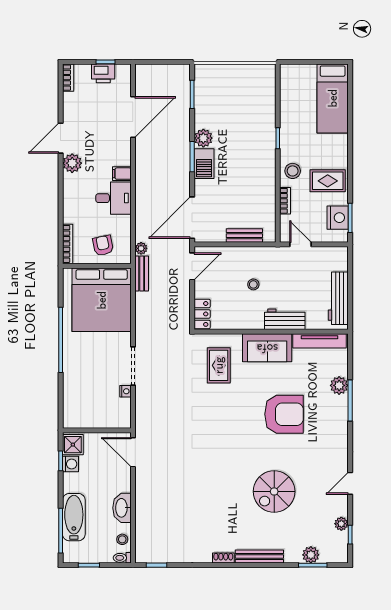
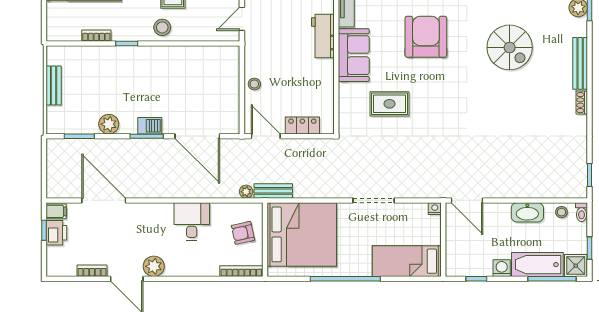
bookcase: (68, 78) -> (92, 271), moved
plant: (203, 138) -> (109, 124), moved
barbecue: (204, 164) -> (150, 126), width x0.73, depth x0.79
filing cabinet: (122, 174) -> (56, 211), moved, turned -90
bookcase: (285, 201) -> (96, 36), moved
door: (192, 218) -> (197, 136), moved
bench: (244, 236) -> (54, 85), moved
stool: (253, 284) -> (254, 84), moved
locker: (202, 314) -> (302, 125), moved
rug: (219, 365) -> (390, 104), moved
nightstand: (125, 391) -> (435, 209), moved
bed: (77, 397) -> (407, 261), added
shower: (73, 445) -> (576, 266), moved
door: (133, 452) -> (467, 200), hinge flipped
washing machine: (70, 464) -> (502, 268), moved

